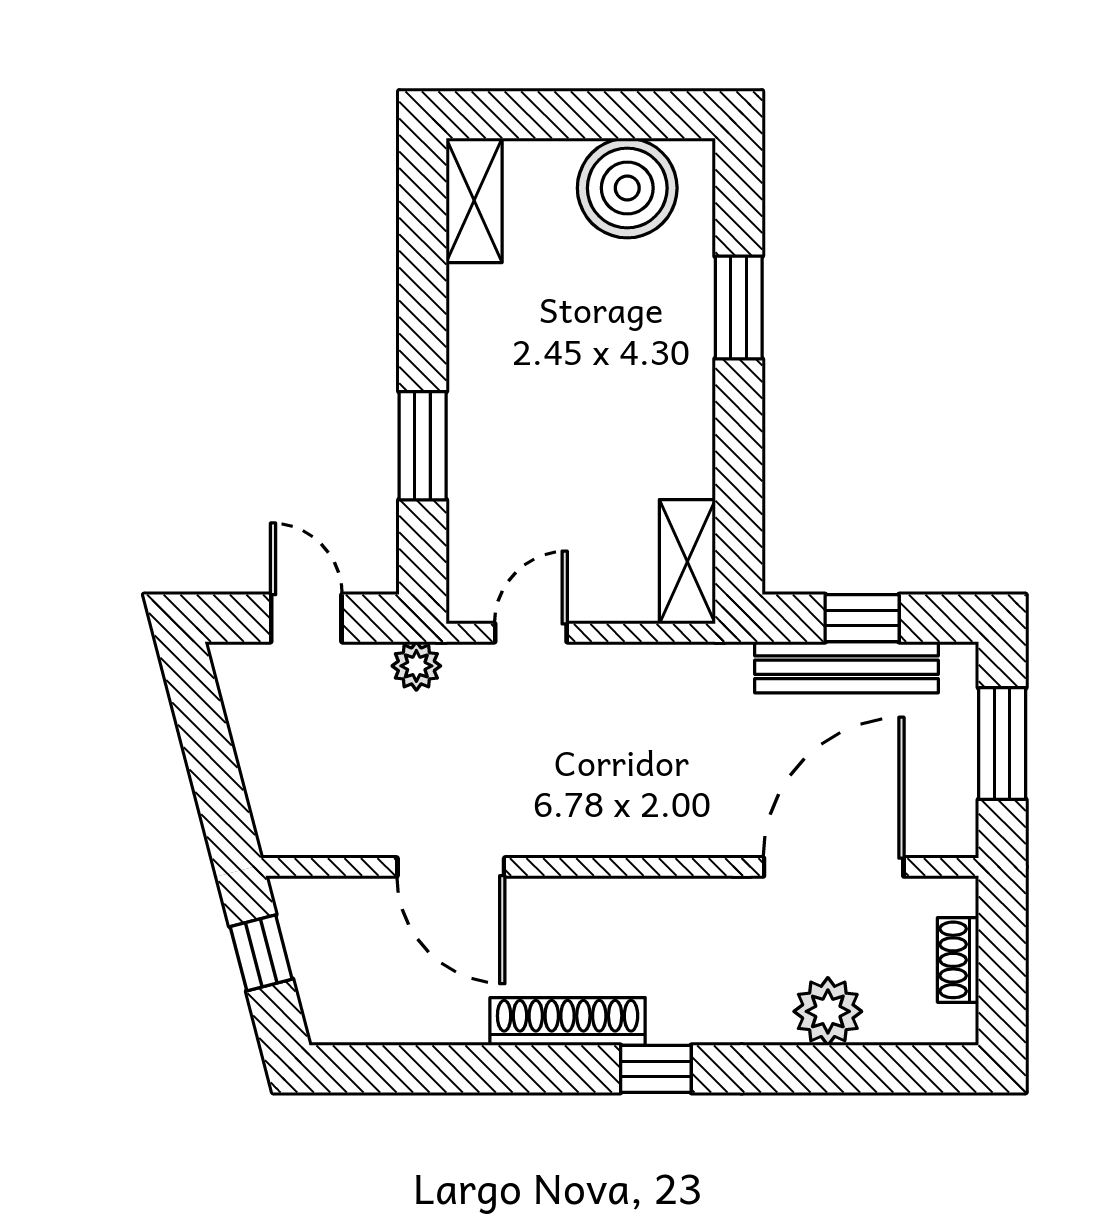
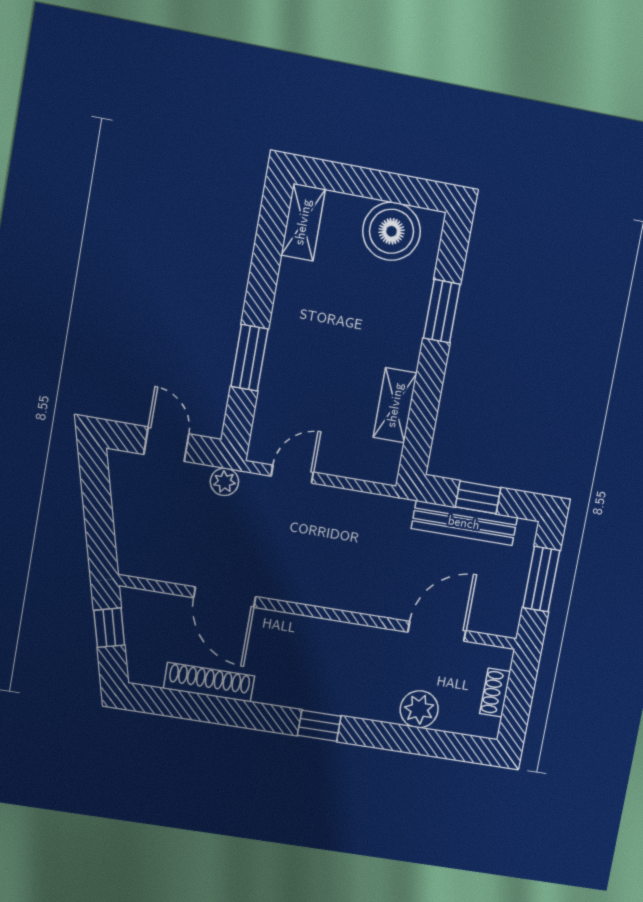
shelving: (687, 562) -> (395, 405), moved
door: (834, 867) -> (437, 631), width x0.73
shoe rack: (568, 1021) -> (209, 682), moved

